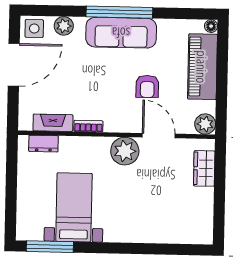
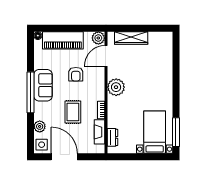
sofa: (121, 33) -> (43, 85), width x0.73
rug: (86, 80) -> (73, 112), added
armchair: (147, 86) -> (76, 74), turned 90
door: (159, 136) -> (106, 56), moved
wardrobe: (204, 168) -> (131, 38), width x1.50
bed with nightstands: (74, 207) -> (155, 132), moved, turned 90

